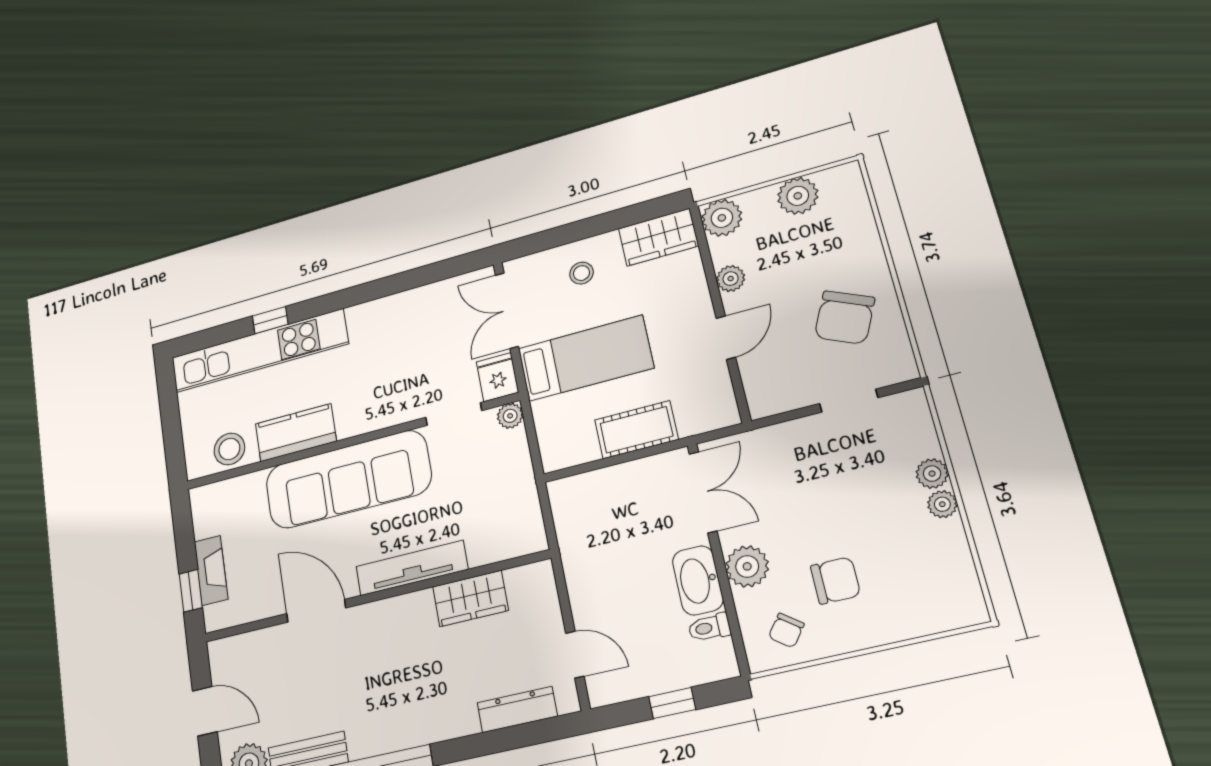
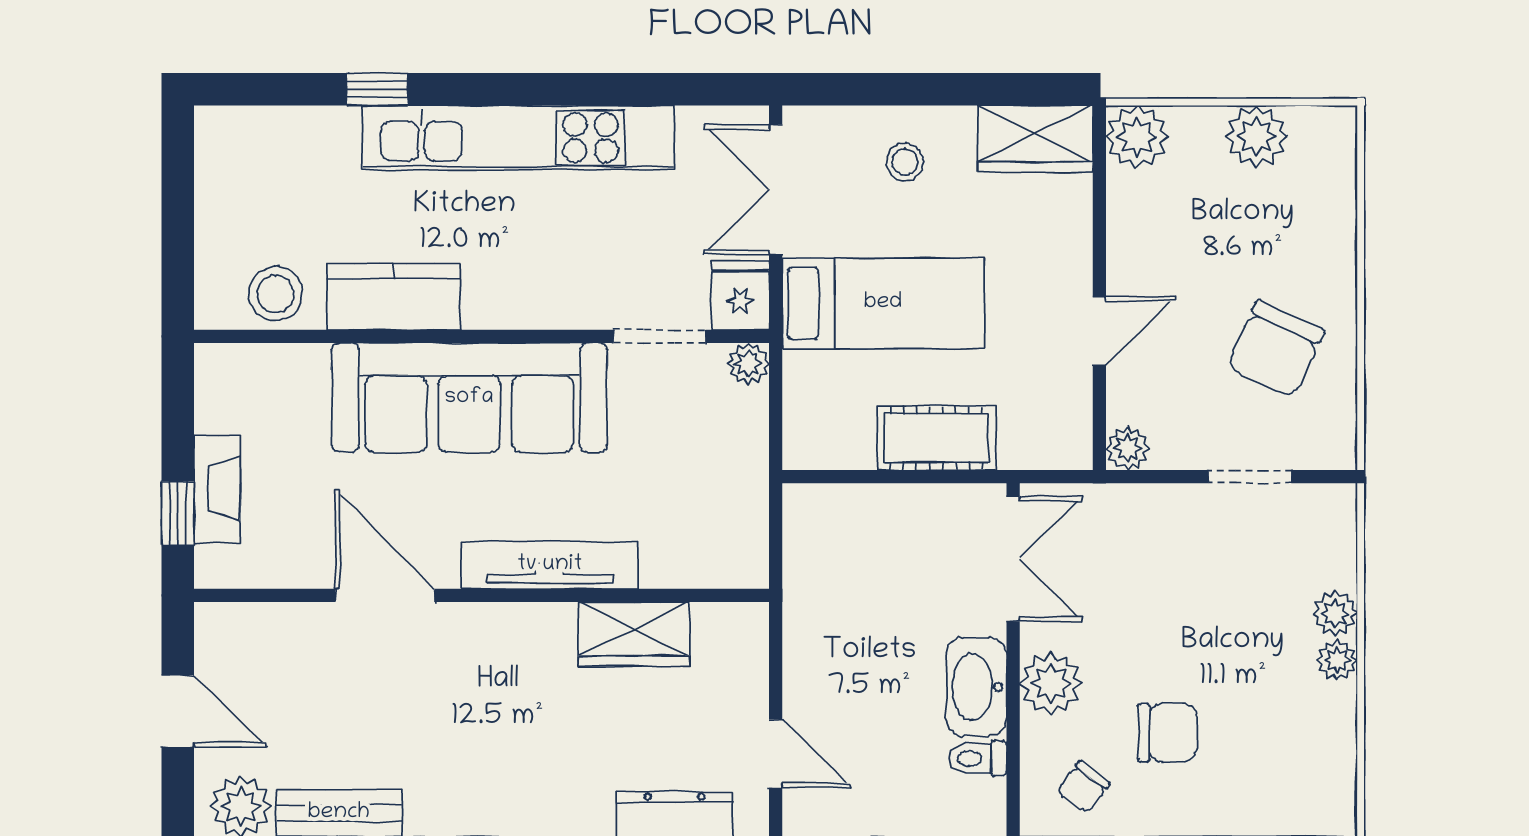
plant: (731, 279) -> (1128, 448), moved
kitchen unit: (259, 351) -> (519, 138), moved

